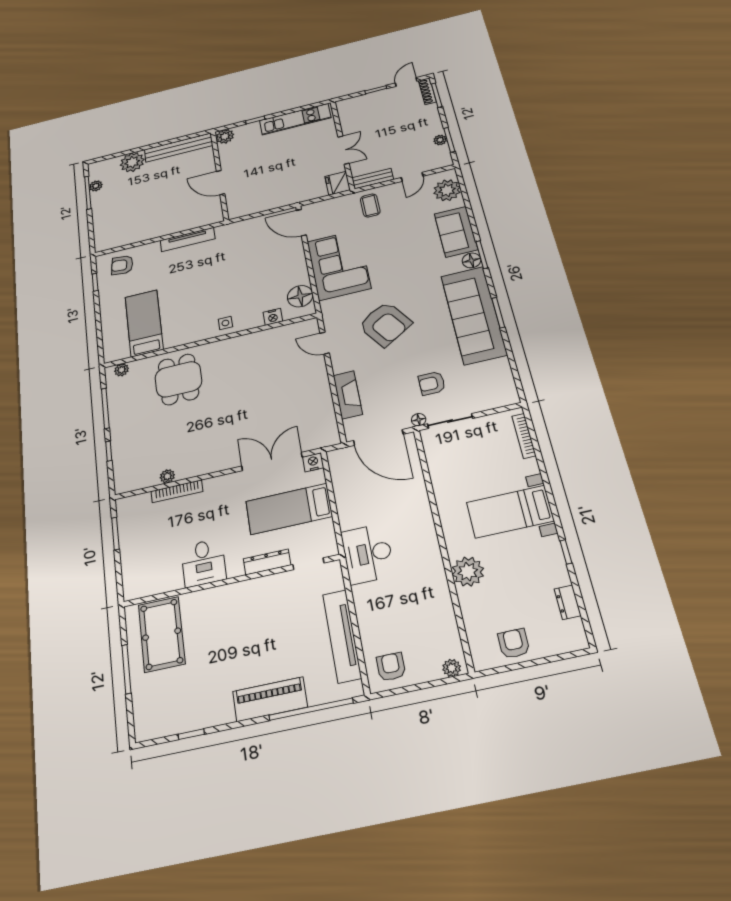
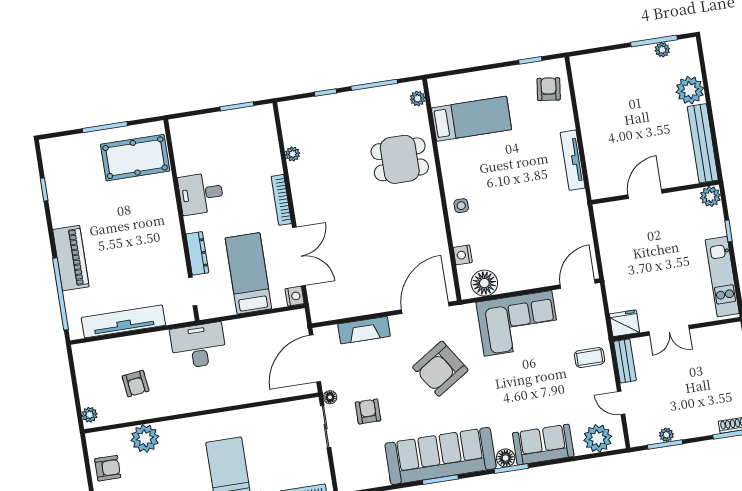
door: (325, 343) -> (425, 308), width x1.87
bookcase: (177, 491) -> (281, 200), moved
plant: (468, 572) -> (145, 438), moved
armchair: (391, 667) -> (136, 384), moved, turned 83

